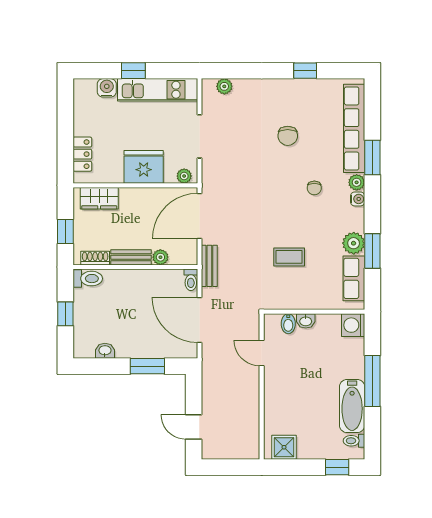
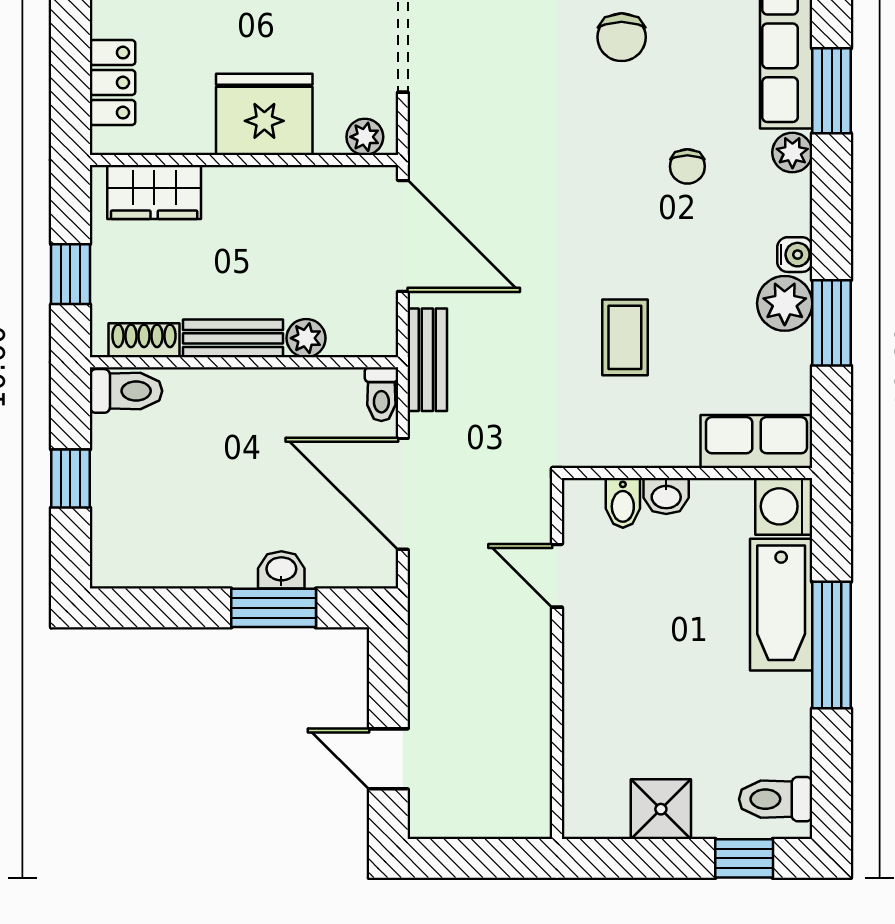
water cooler: (358, 199) -> (795, 255), moved
door: (199, 216) -> (403, 236), swing flipped
coffee table: (289, 257) -> (625, 337), turned 90
row of seats: (354, 278) -> (756, 442), moved, turned 90
washbasin: (105, 351) -> (281, 570), moved
bathtub: (352, 406) -> (781, 605), moved
toilet: (354, 441) -> (776, 799), width x1.37, depth x1.39
shower: (284, 447) -> (661, 809), moved

